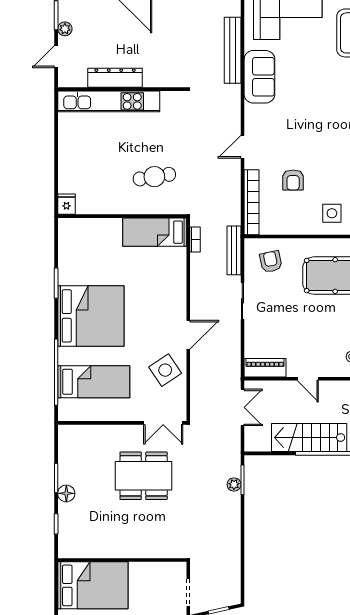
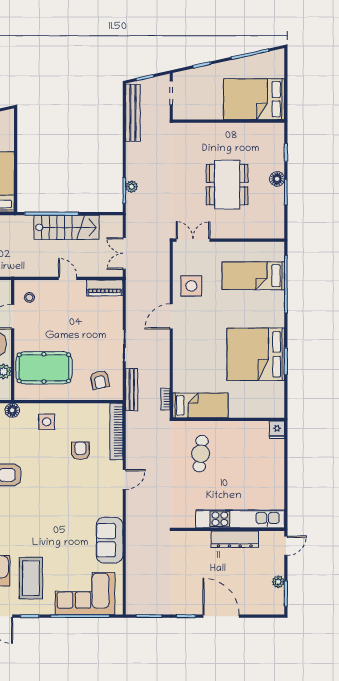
bench: (233, 50) -> (133, 113), moved
door: (56, 57) -> (286, 546), moved
cafe table: (154, 177) -> (201, 454), turned -75
bed: (91, 316) -> (256, 354), moved
side table: (165, 370) -> (191, 286), turned 34
dining table: (144, 476) -> (227, 185), moved, turned 90

